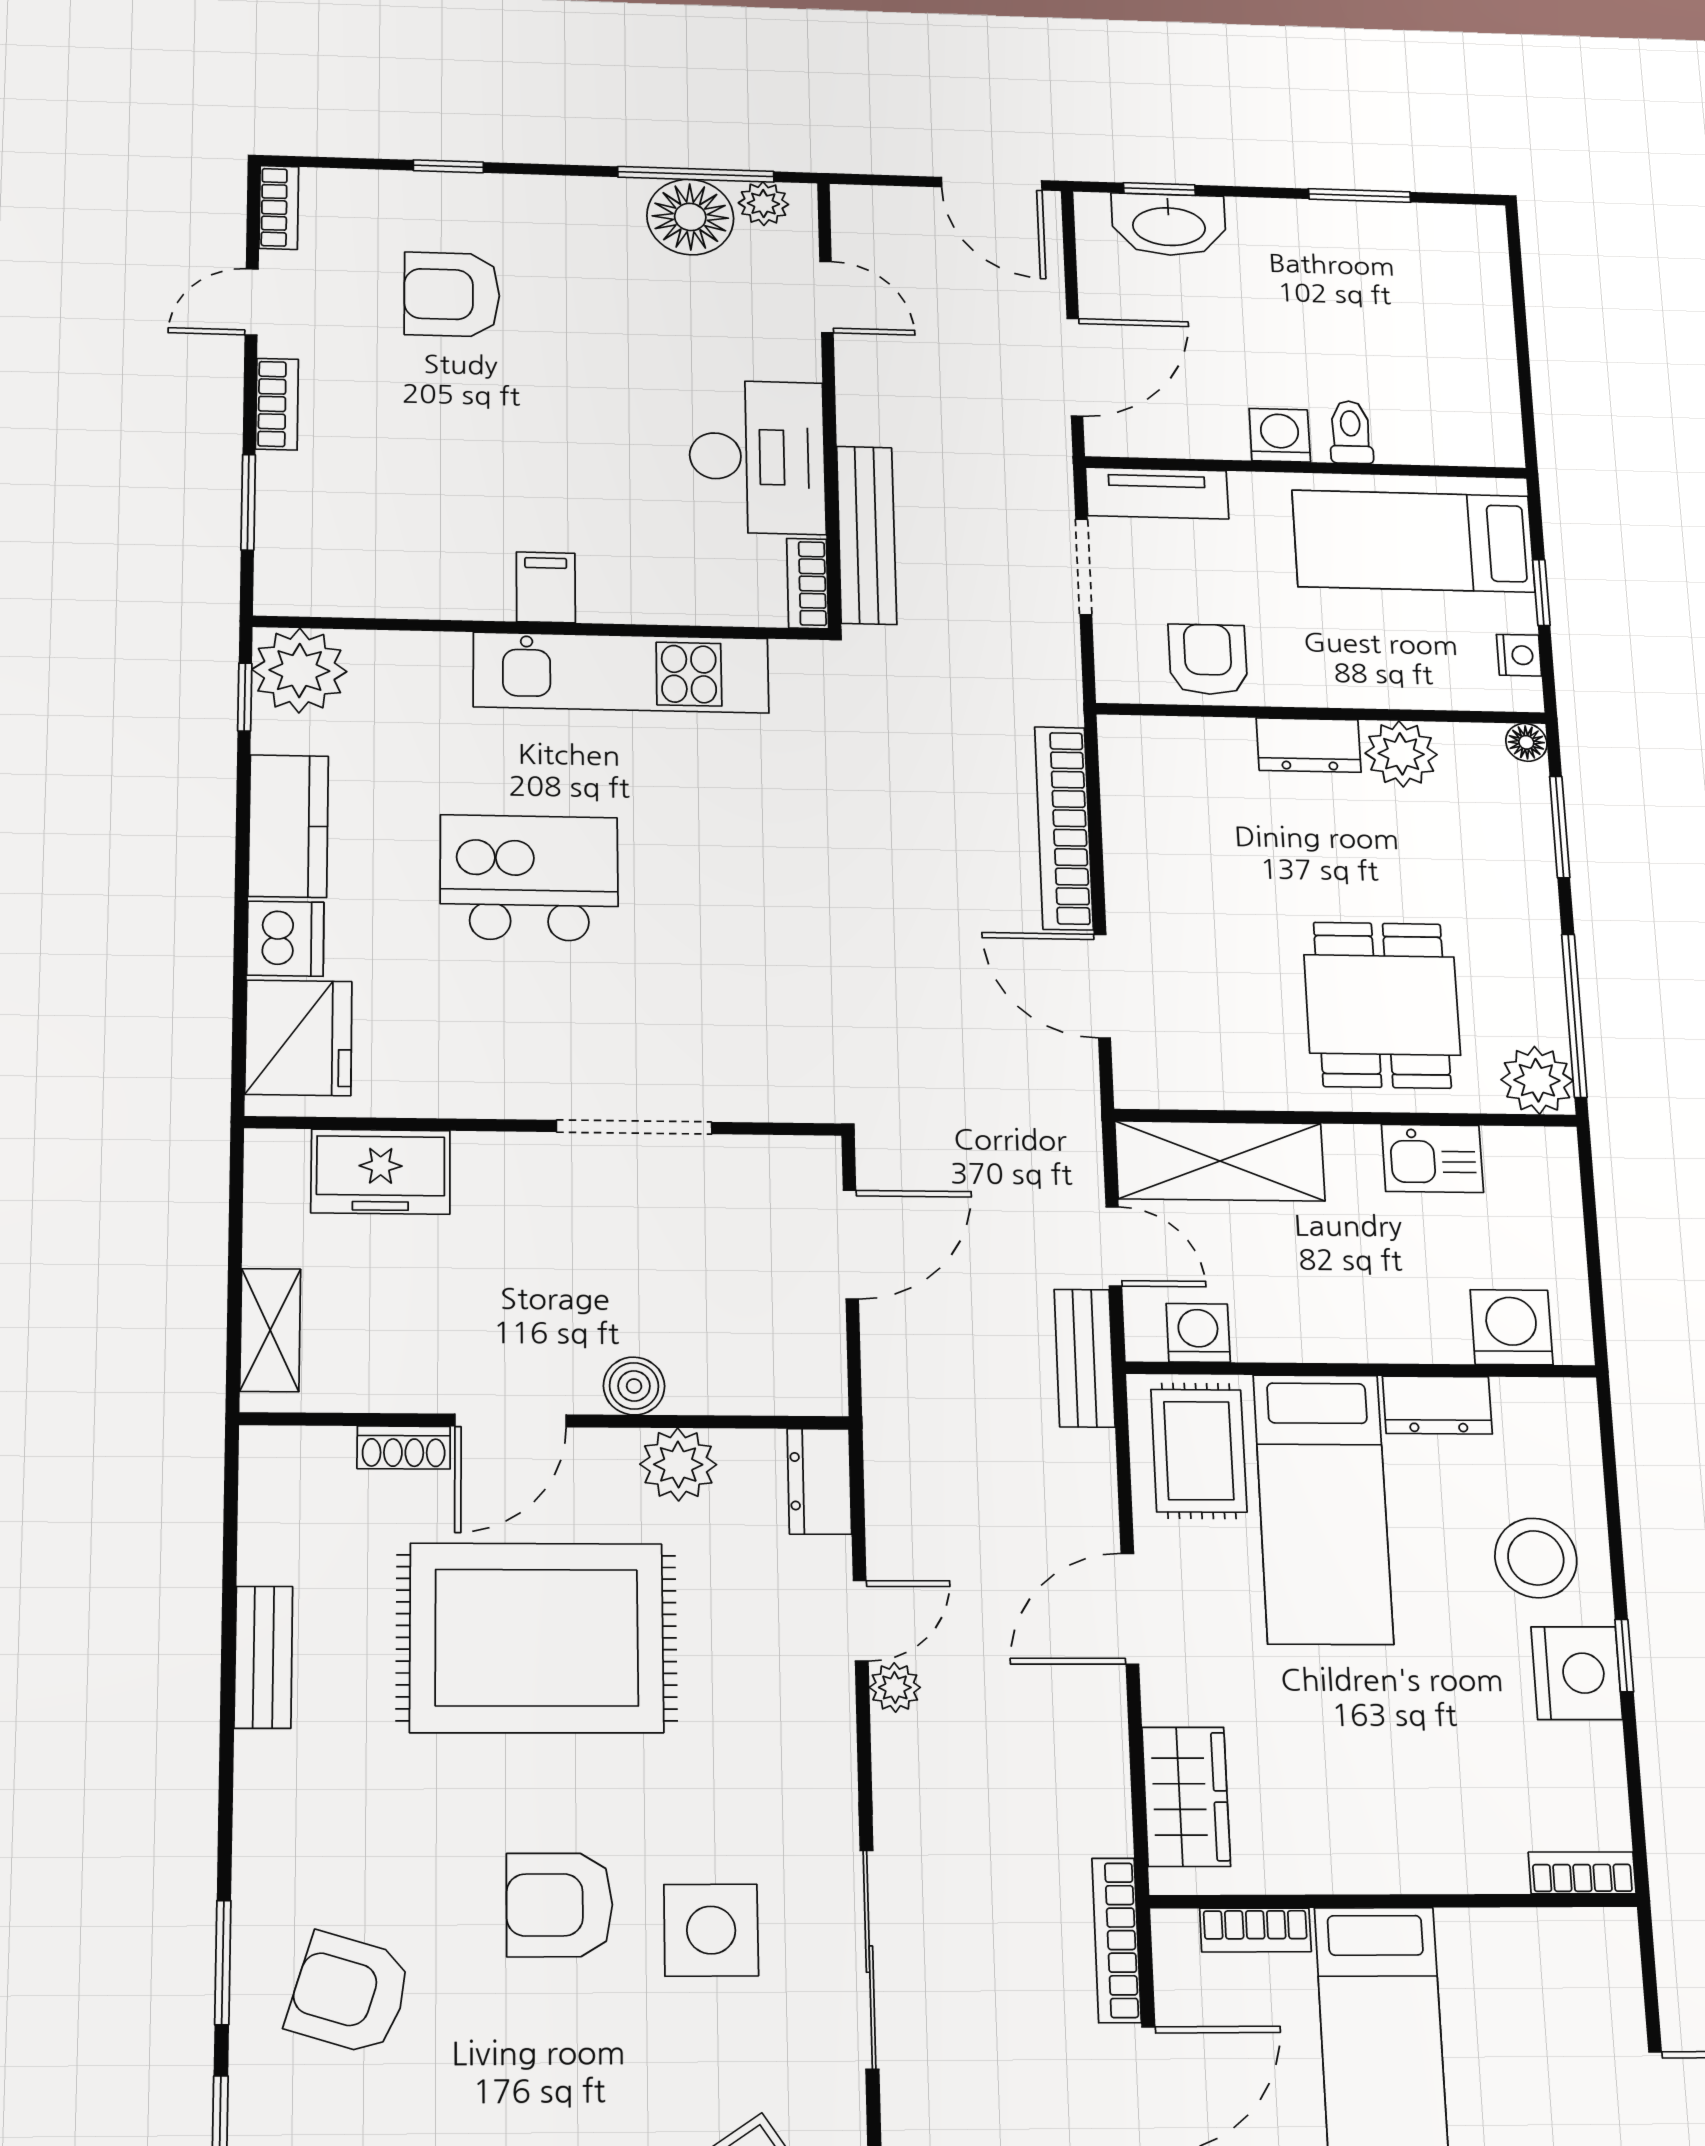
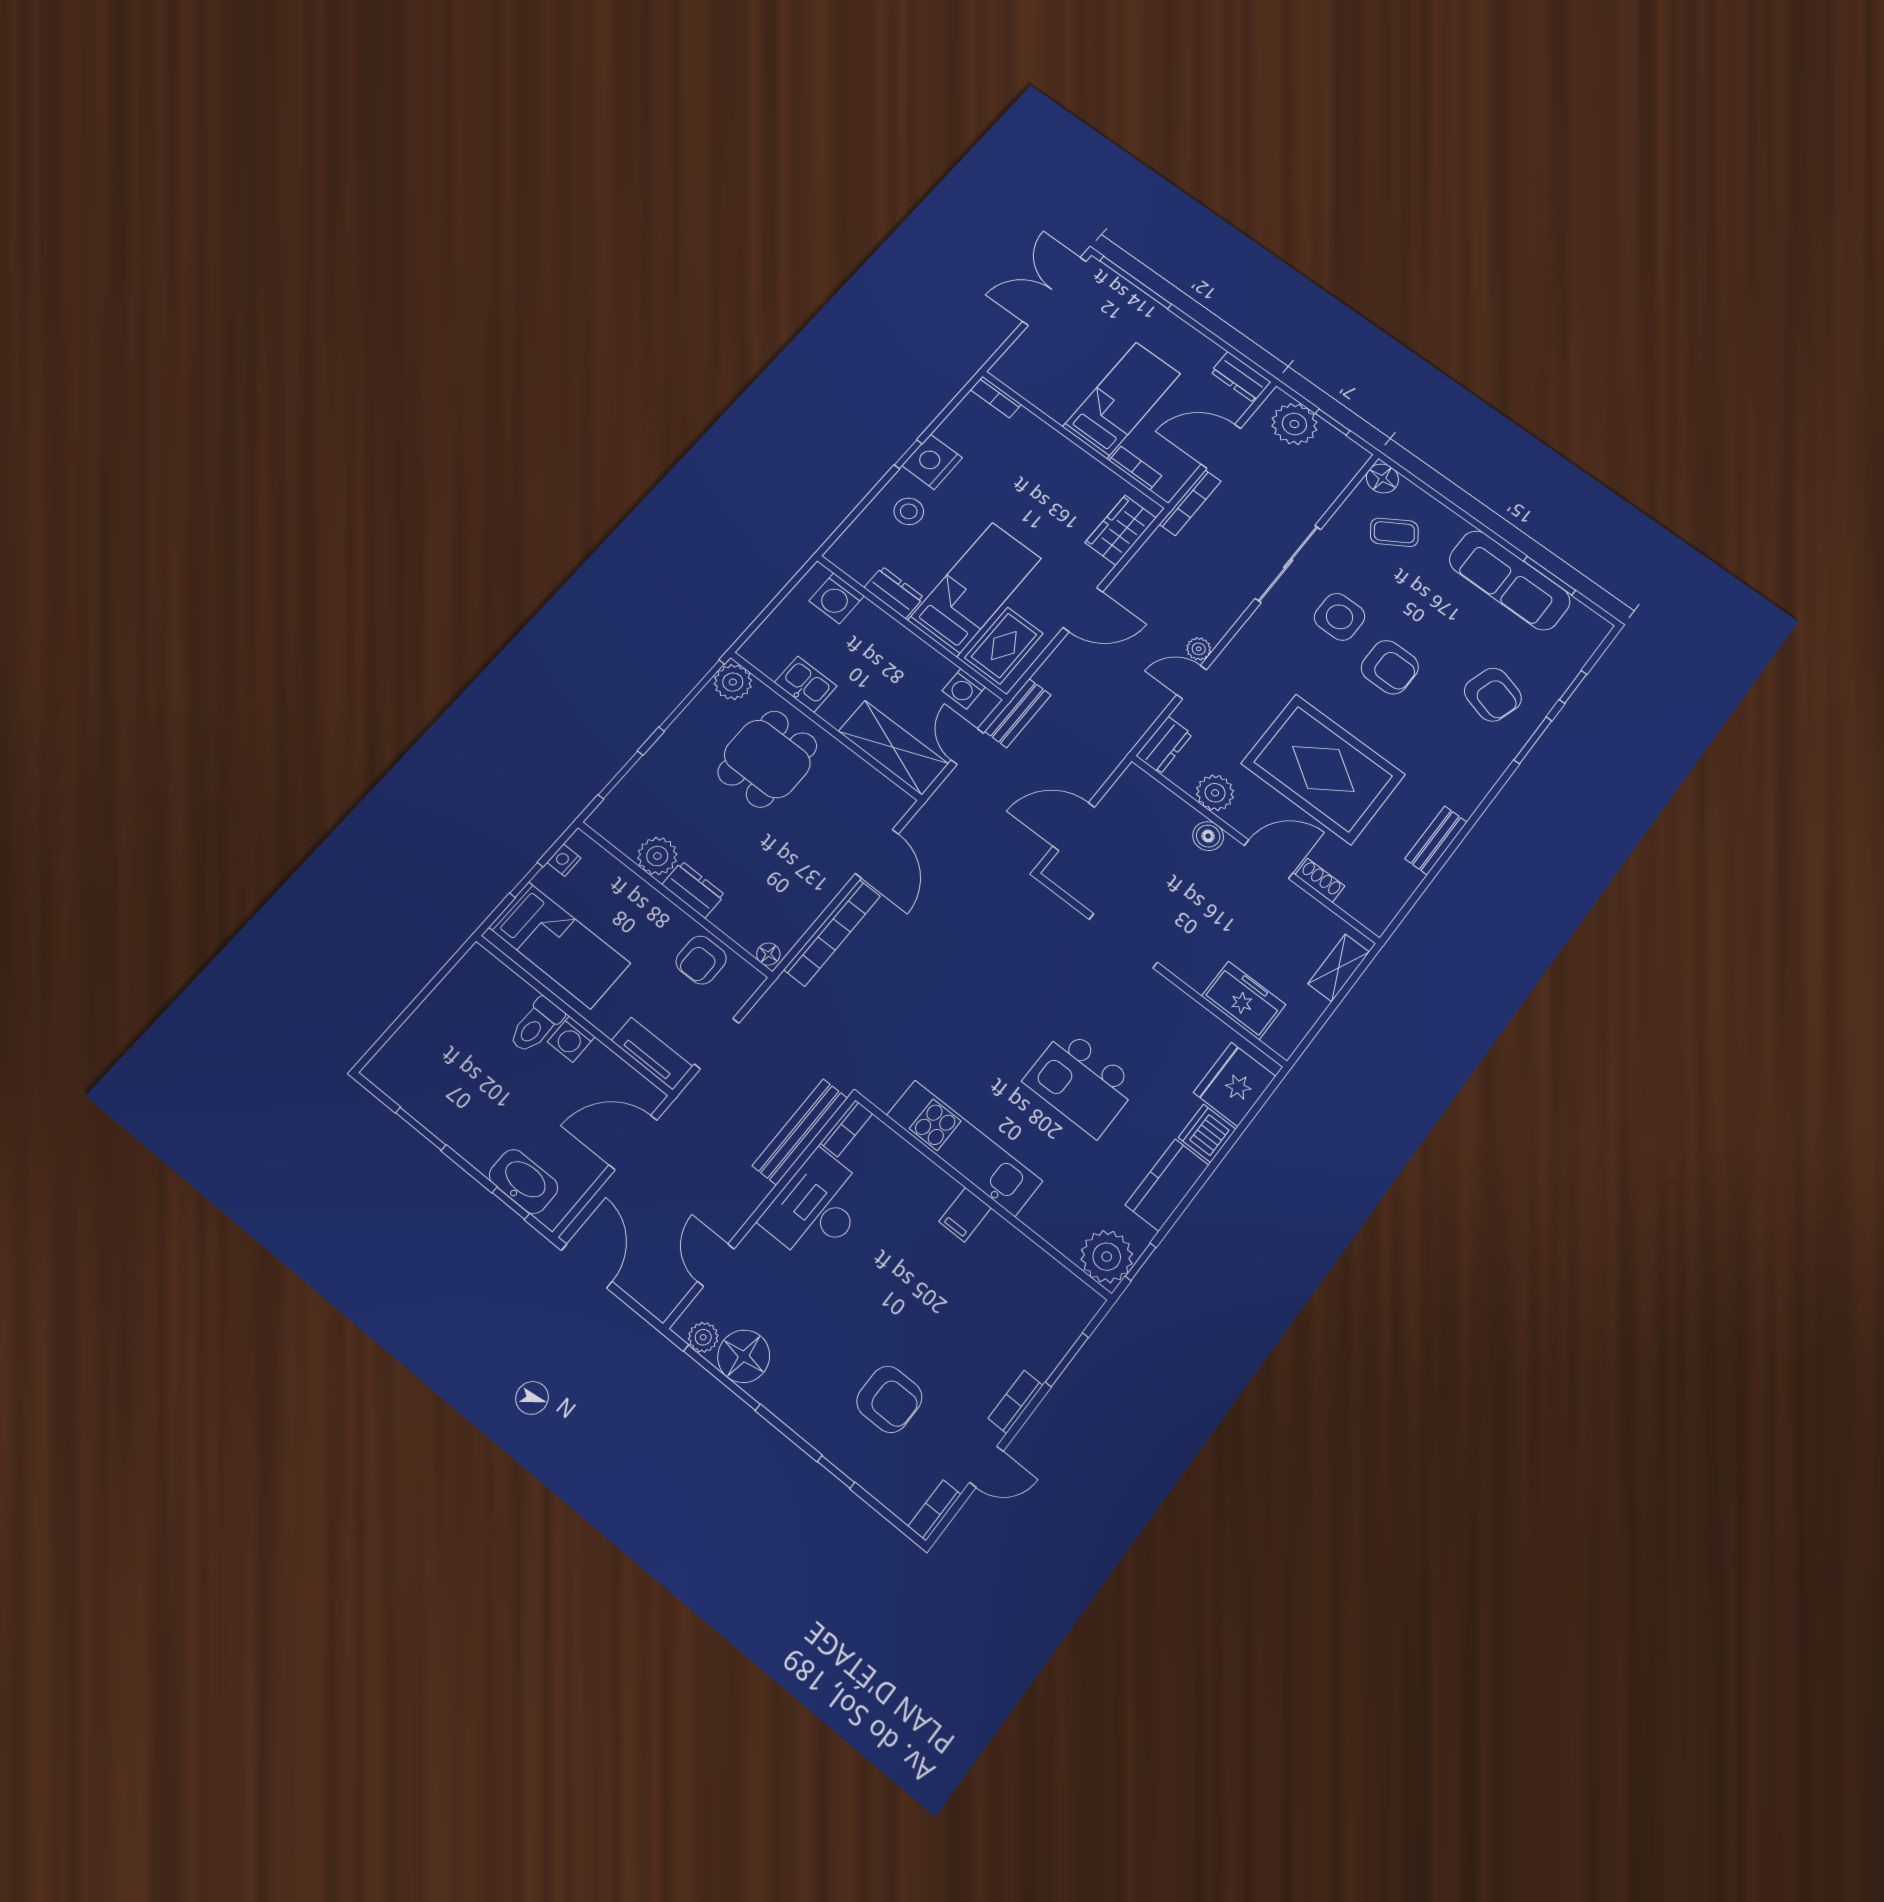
toilet: (1351, 432) -> (536, 1025), width x1.37, depth x1.39
floor lamp: (1526, 742) -> (768, 954), moved
stool: (1536, 1558) -> (909, 511), width x0.73, depth x0.73

